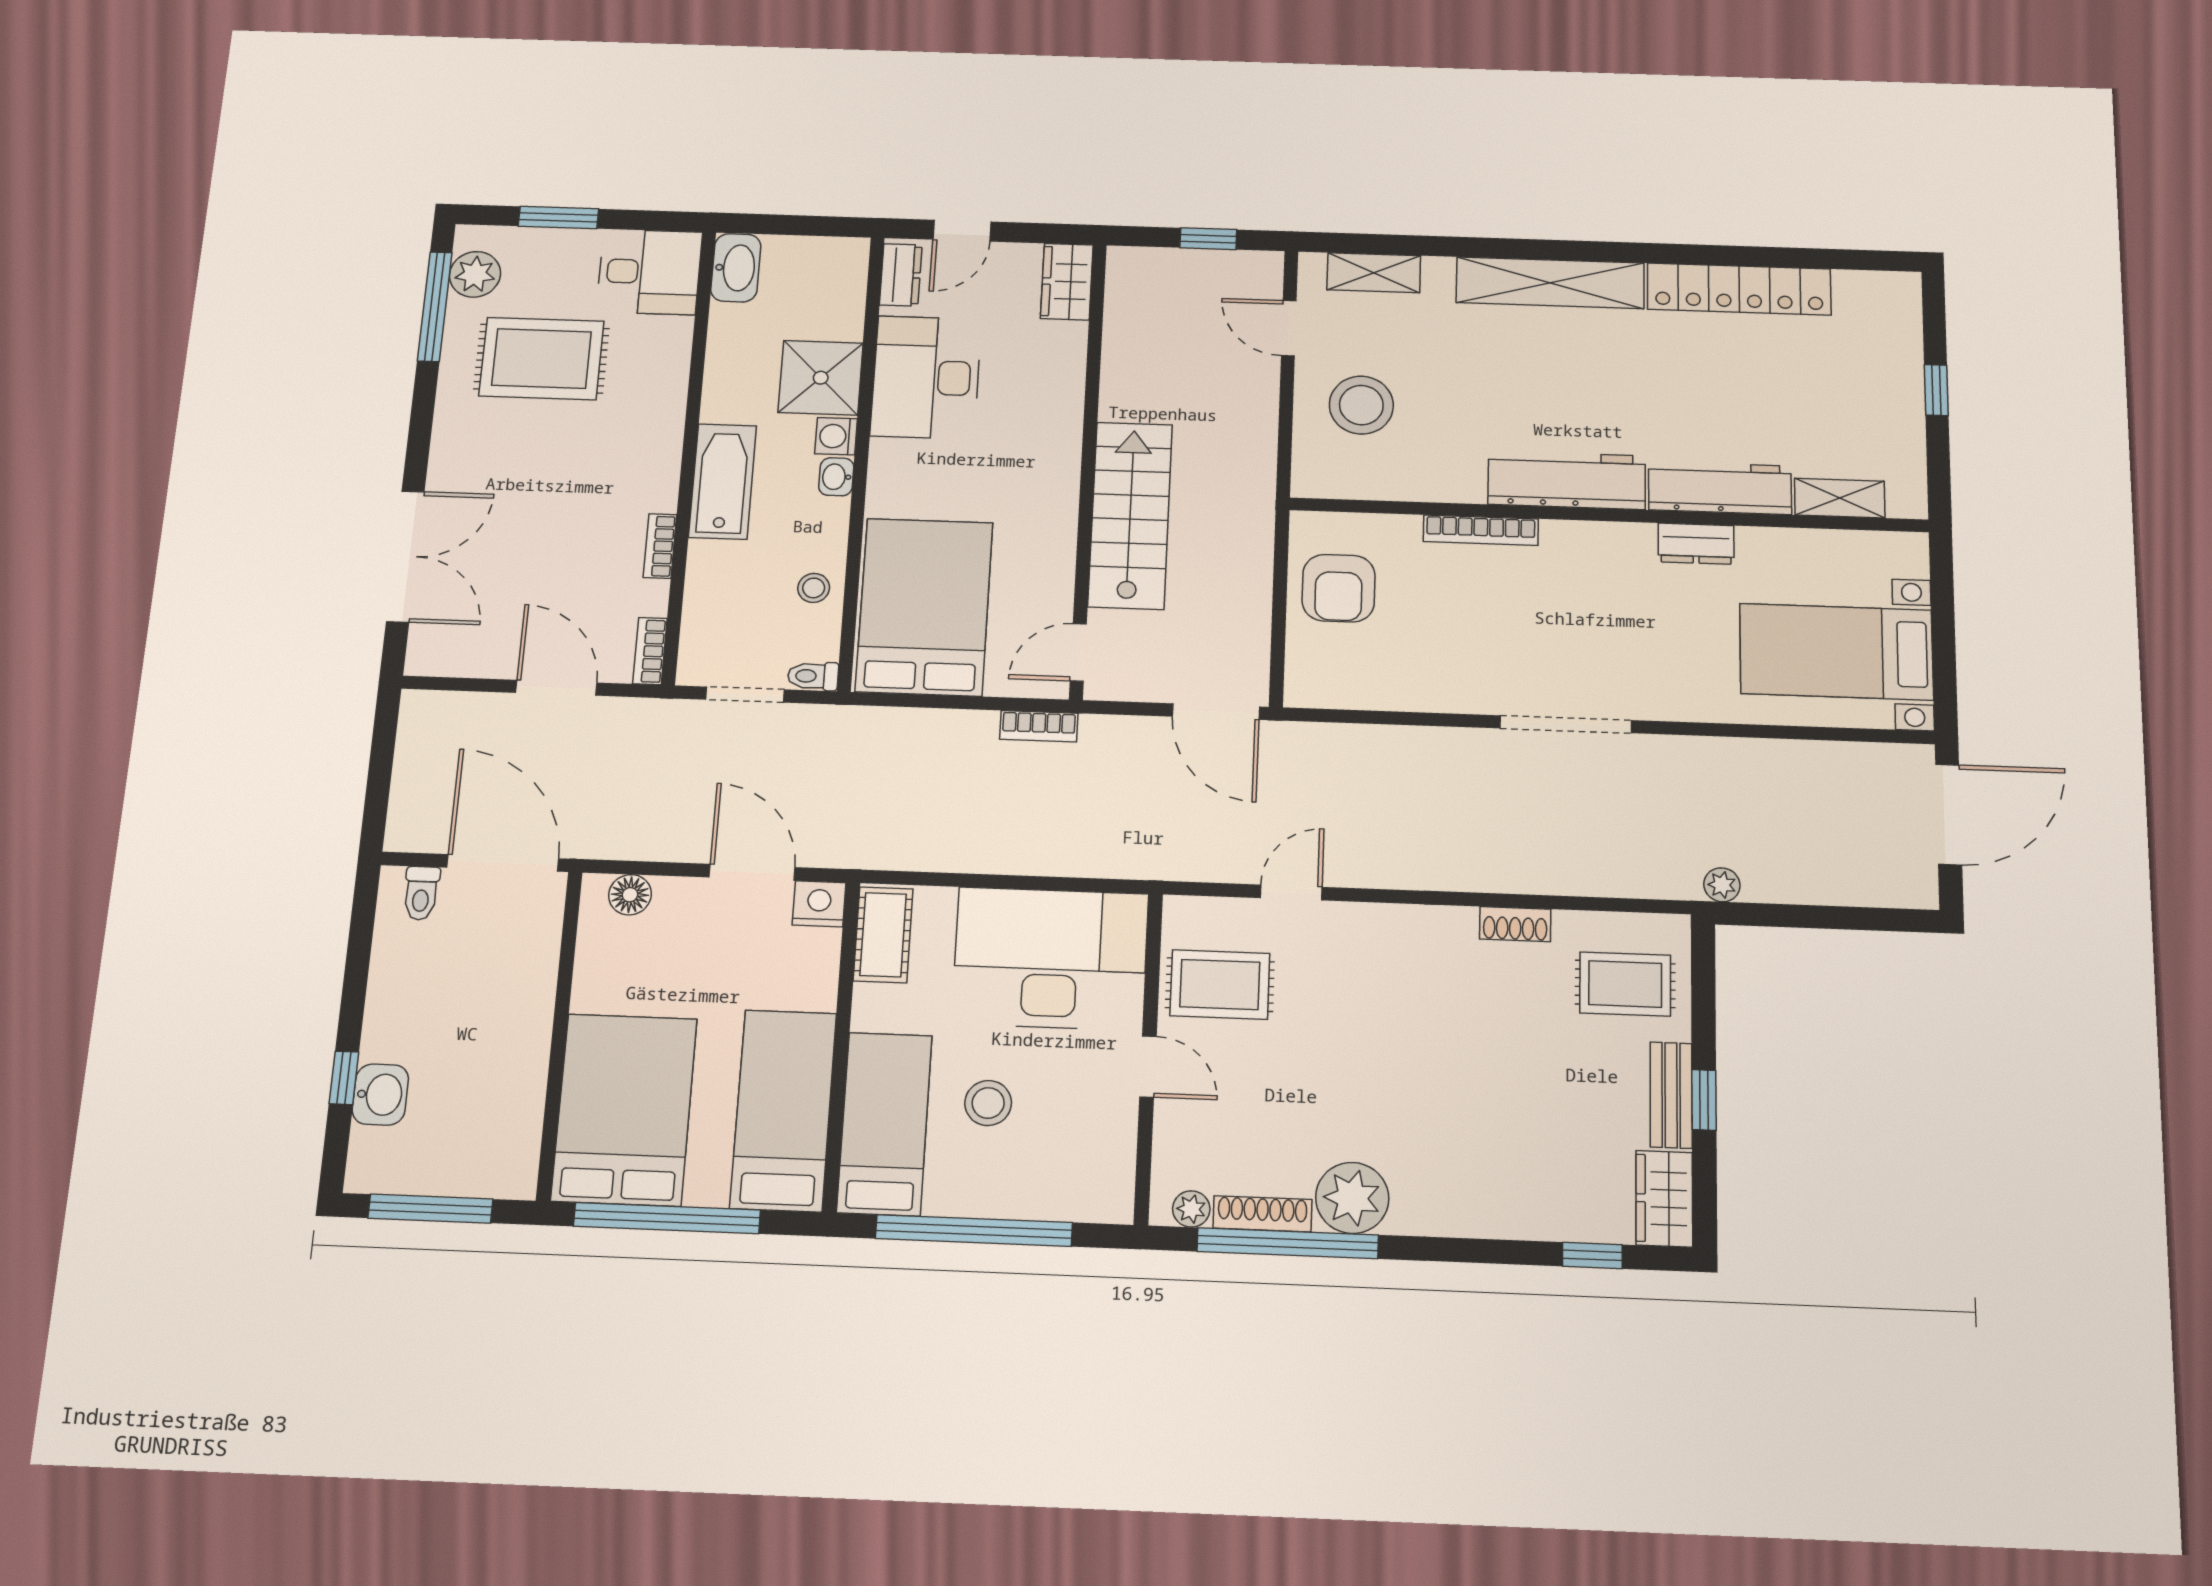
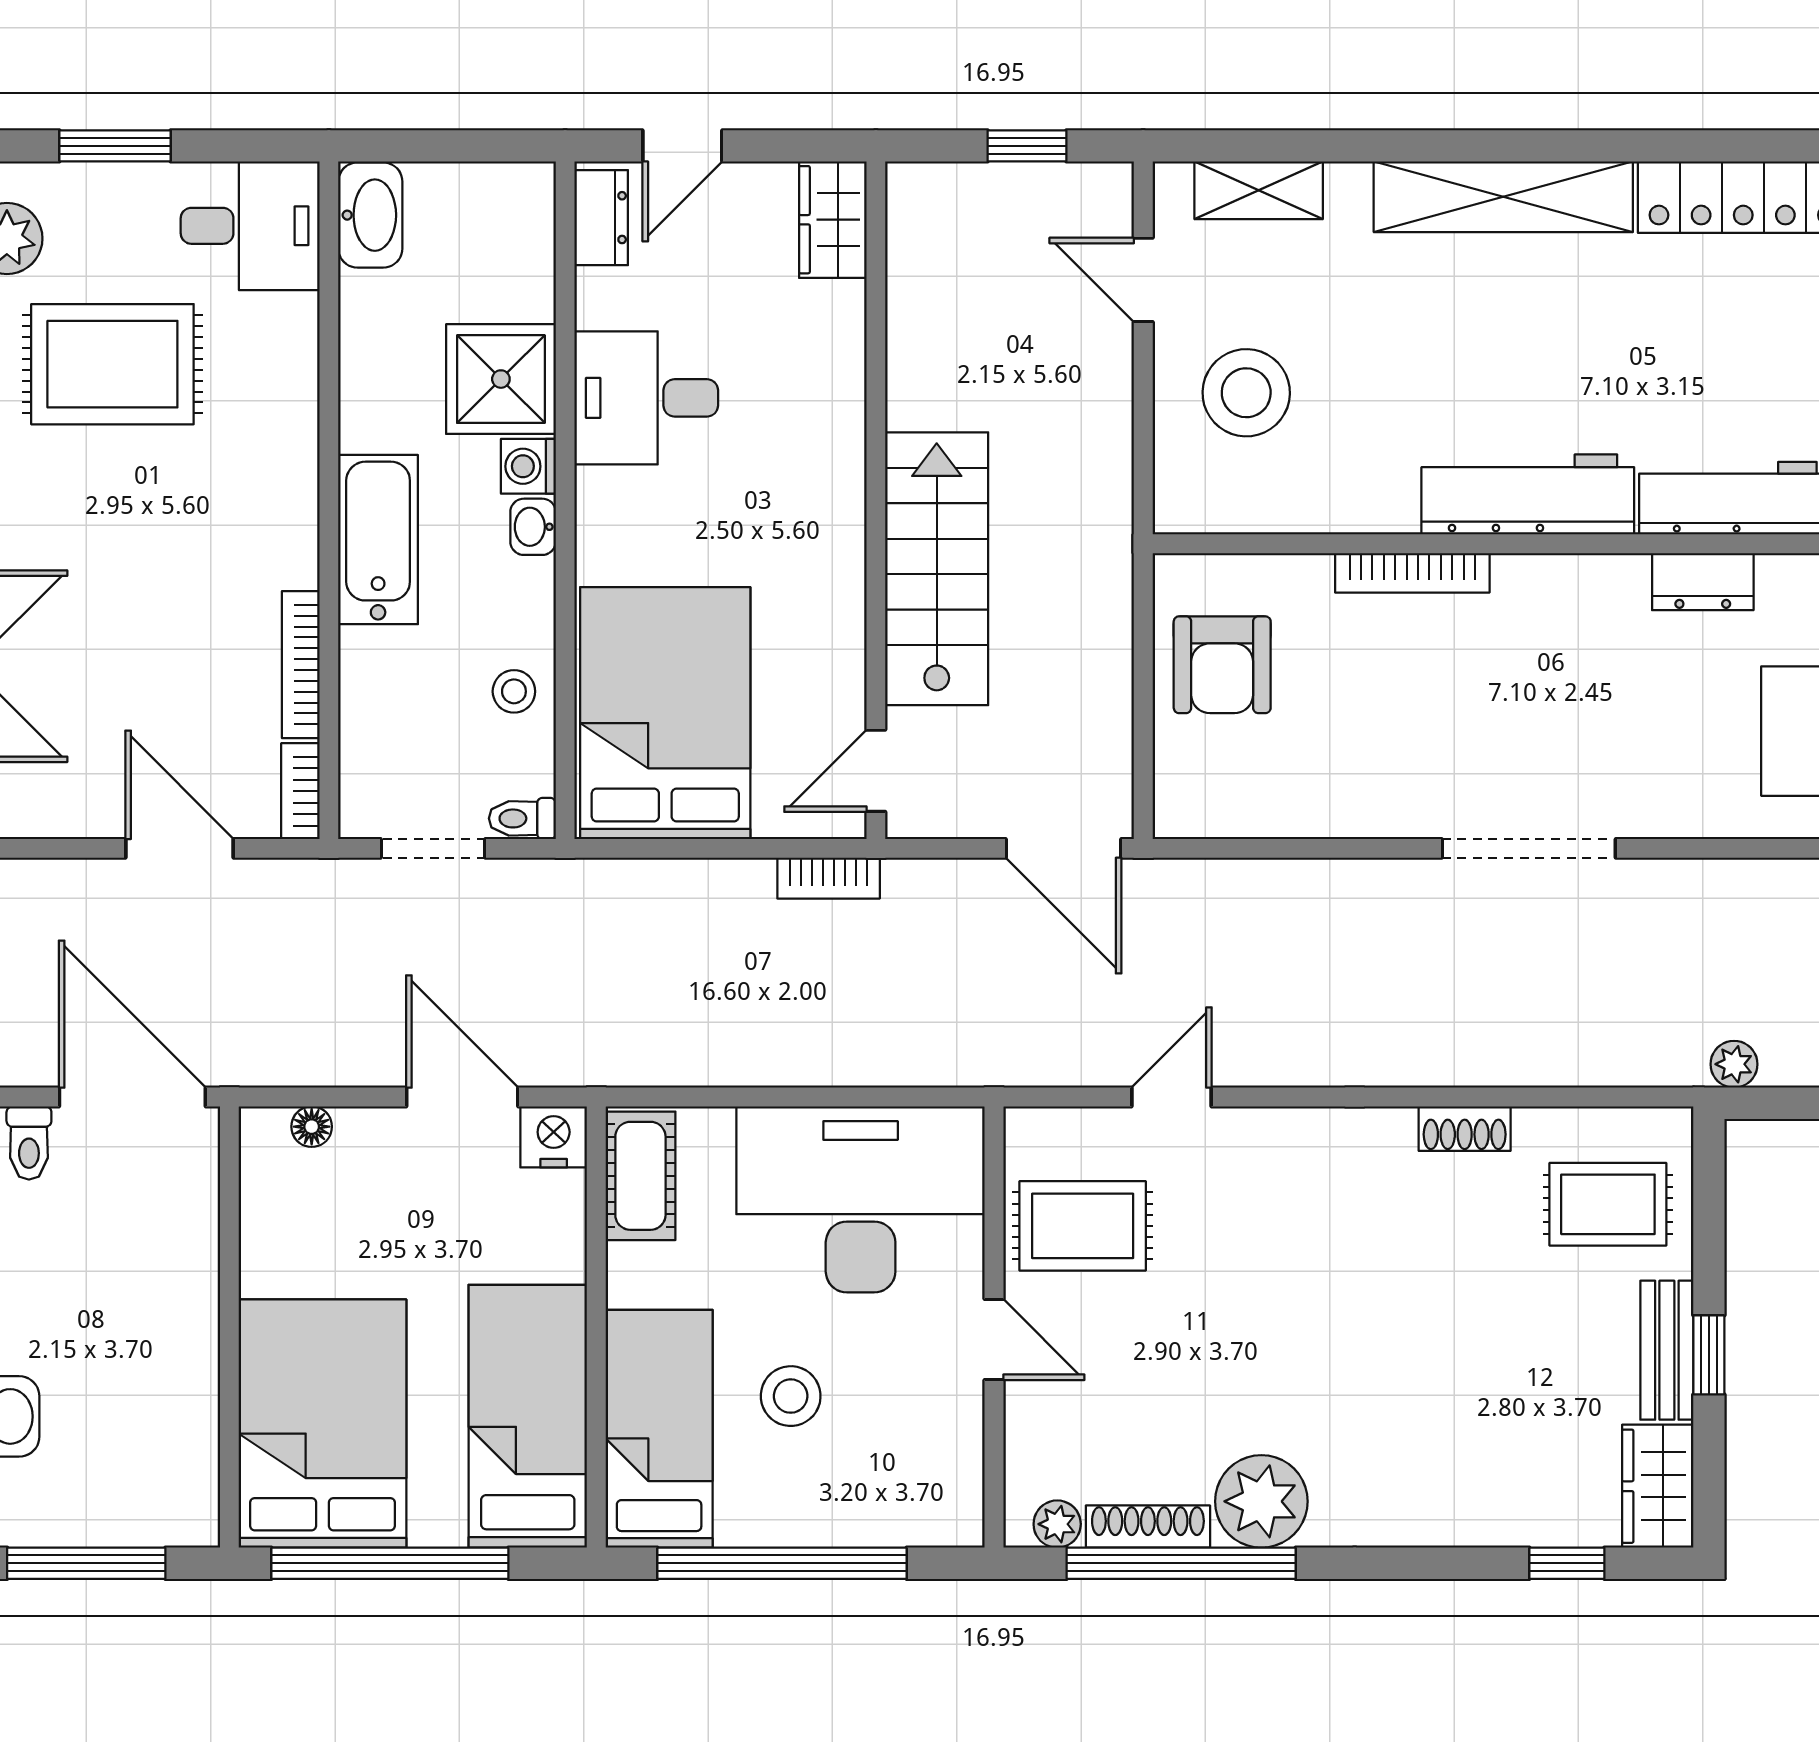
desk: (926, 377) -> (646, 398), width x0.73
bookcase: (660, 546) -> (301, 665), width x1.56
floor lamp: (630, 895) -> (312, 1127), width x0.73, depth x0.73

